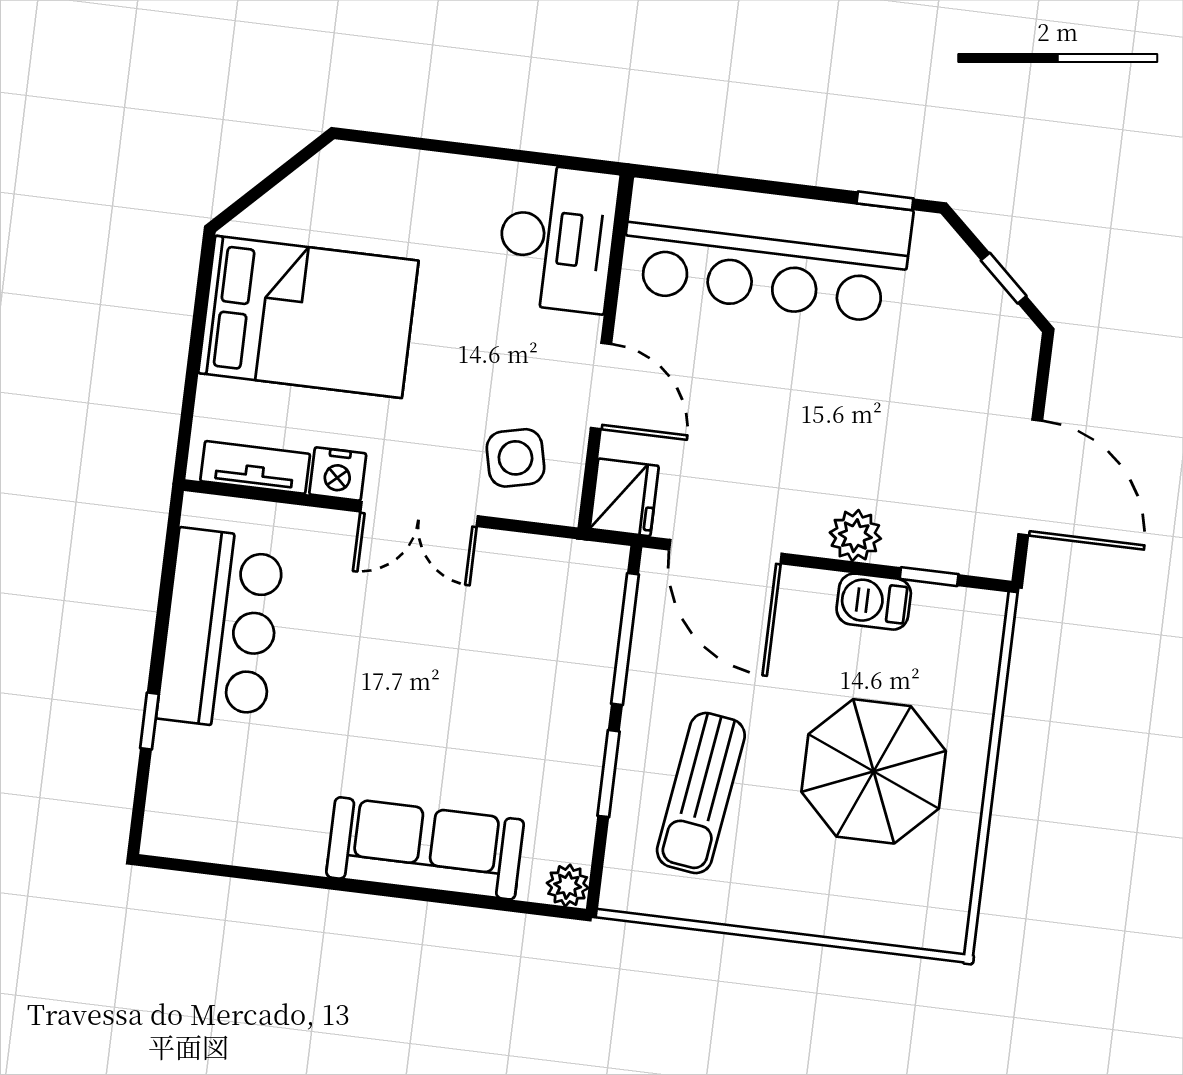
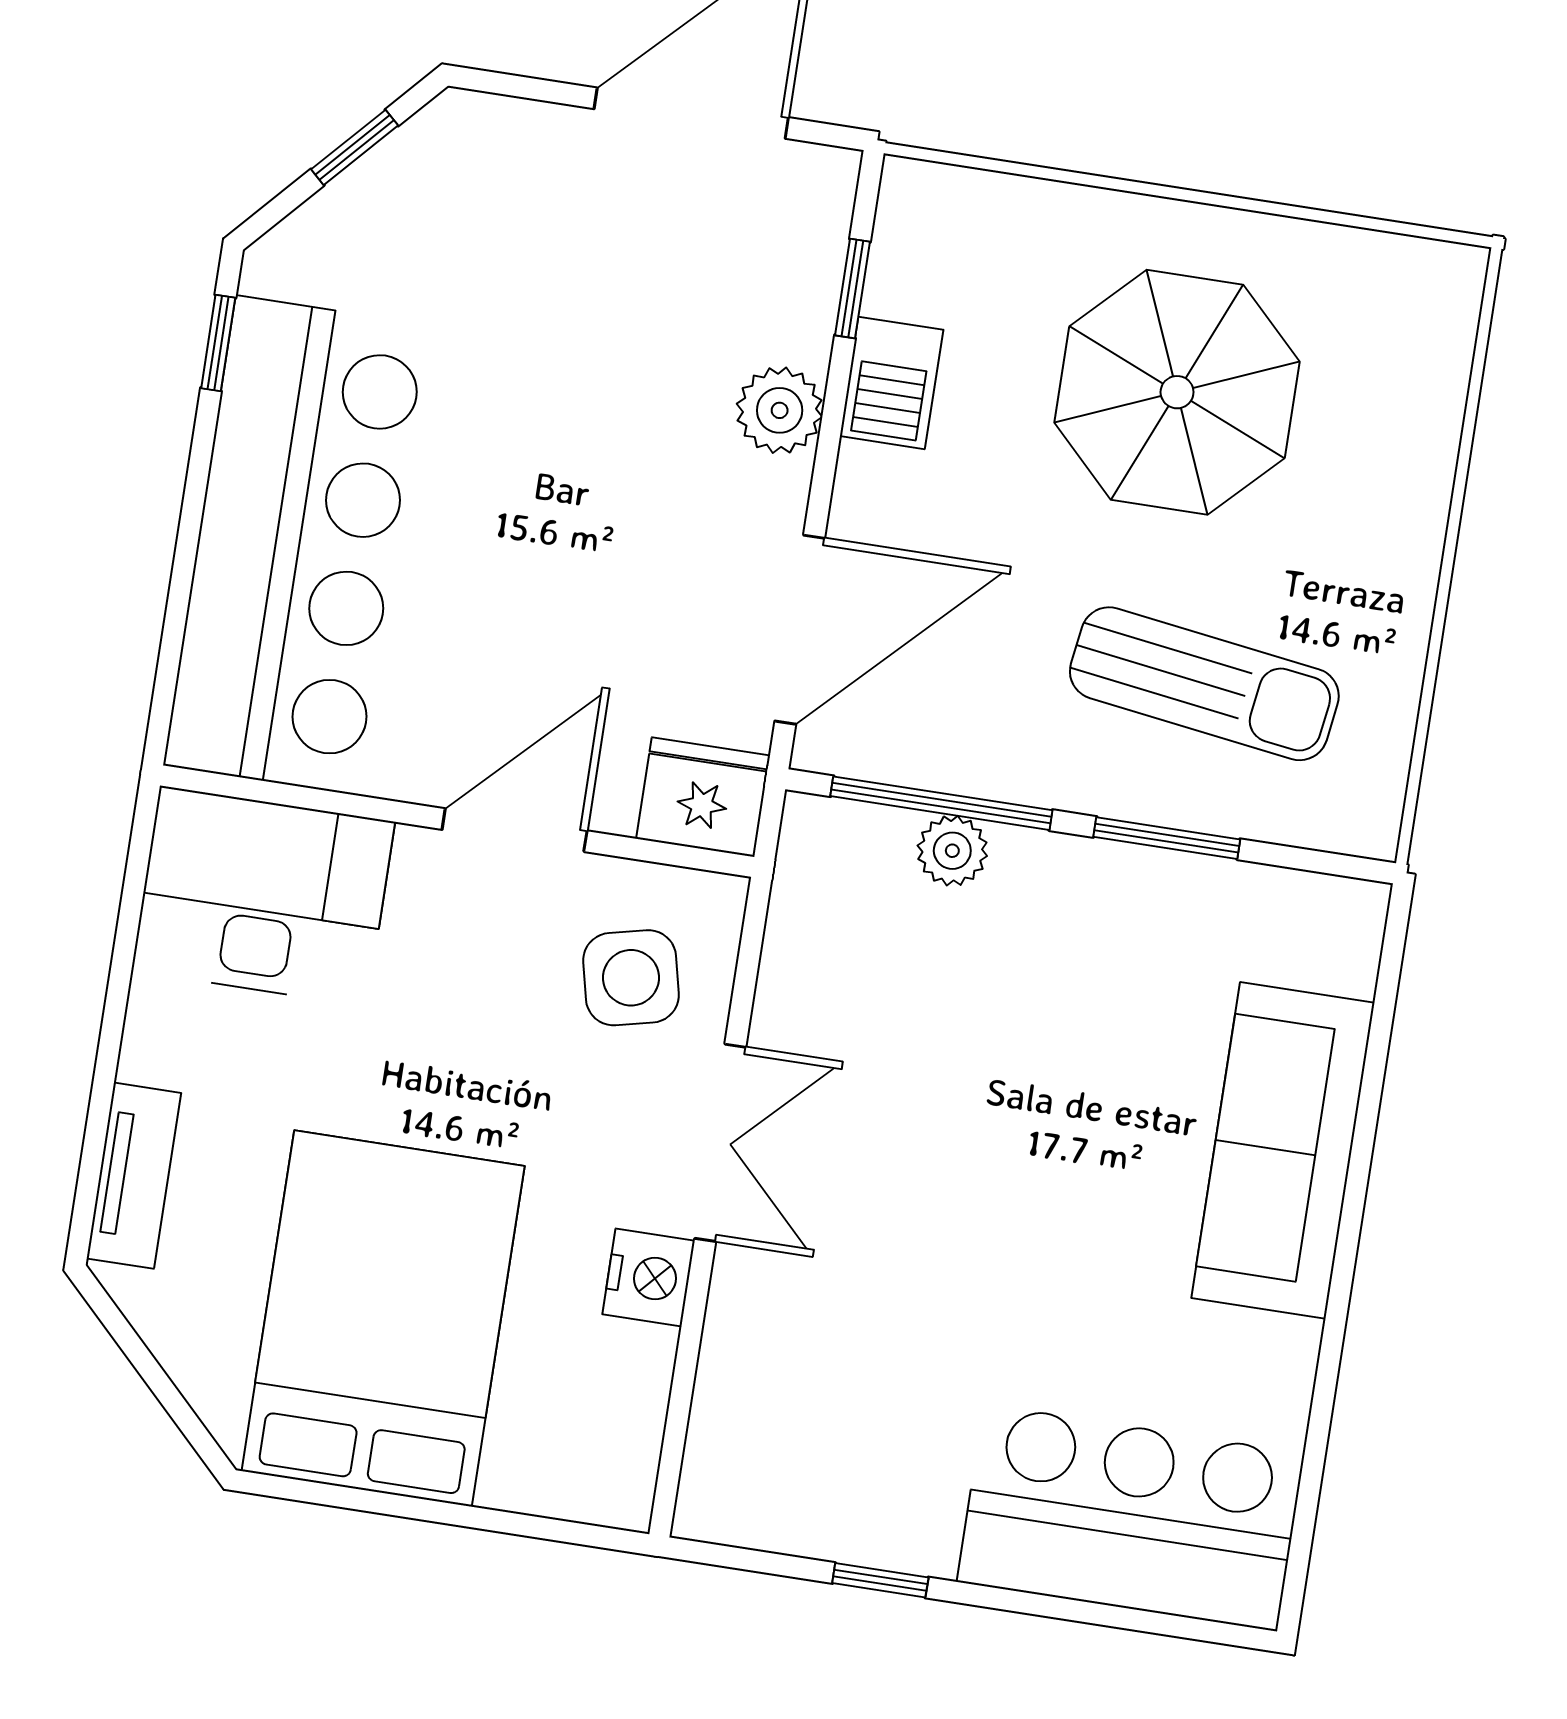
tv unit: (255, 467) -> (134, 1176), moved, turned 180
bar counter: (221, 629) -> (1131, 1518), moved
window: (149, 721) -> (880, 1580), moved
plant: (568, 885) -> (952, 851), moved

